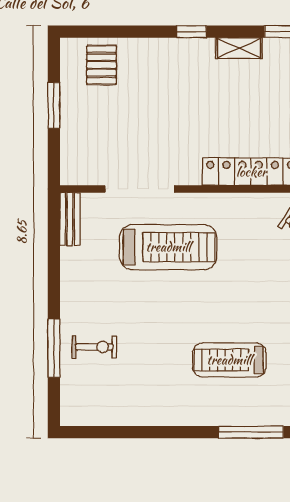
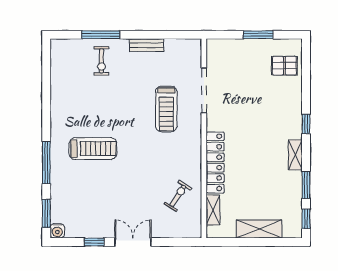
bench: (70, 219) -> (147, 45), moved
treadmill: (168, 247) -> (166, 109), width x0.73, depth x0.73
treadmill: (229, 360) -> (93, 149), turned 90

